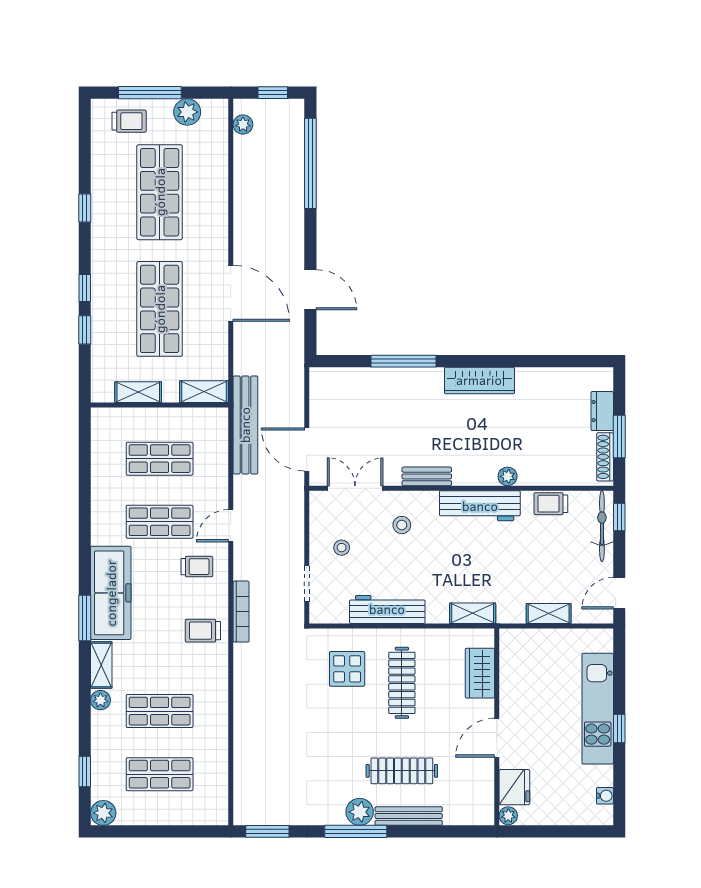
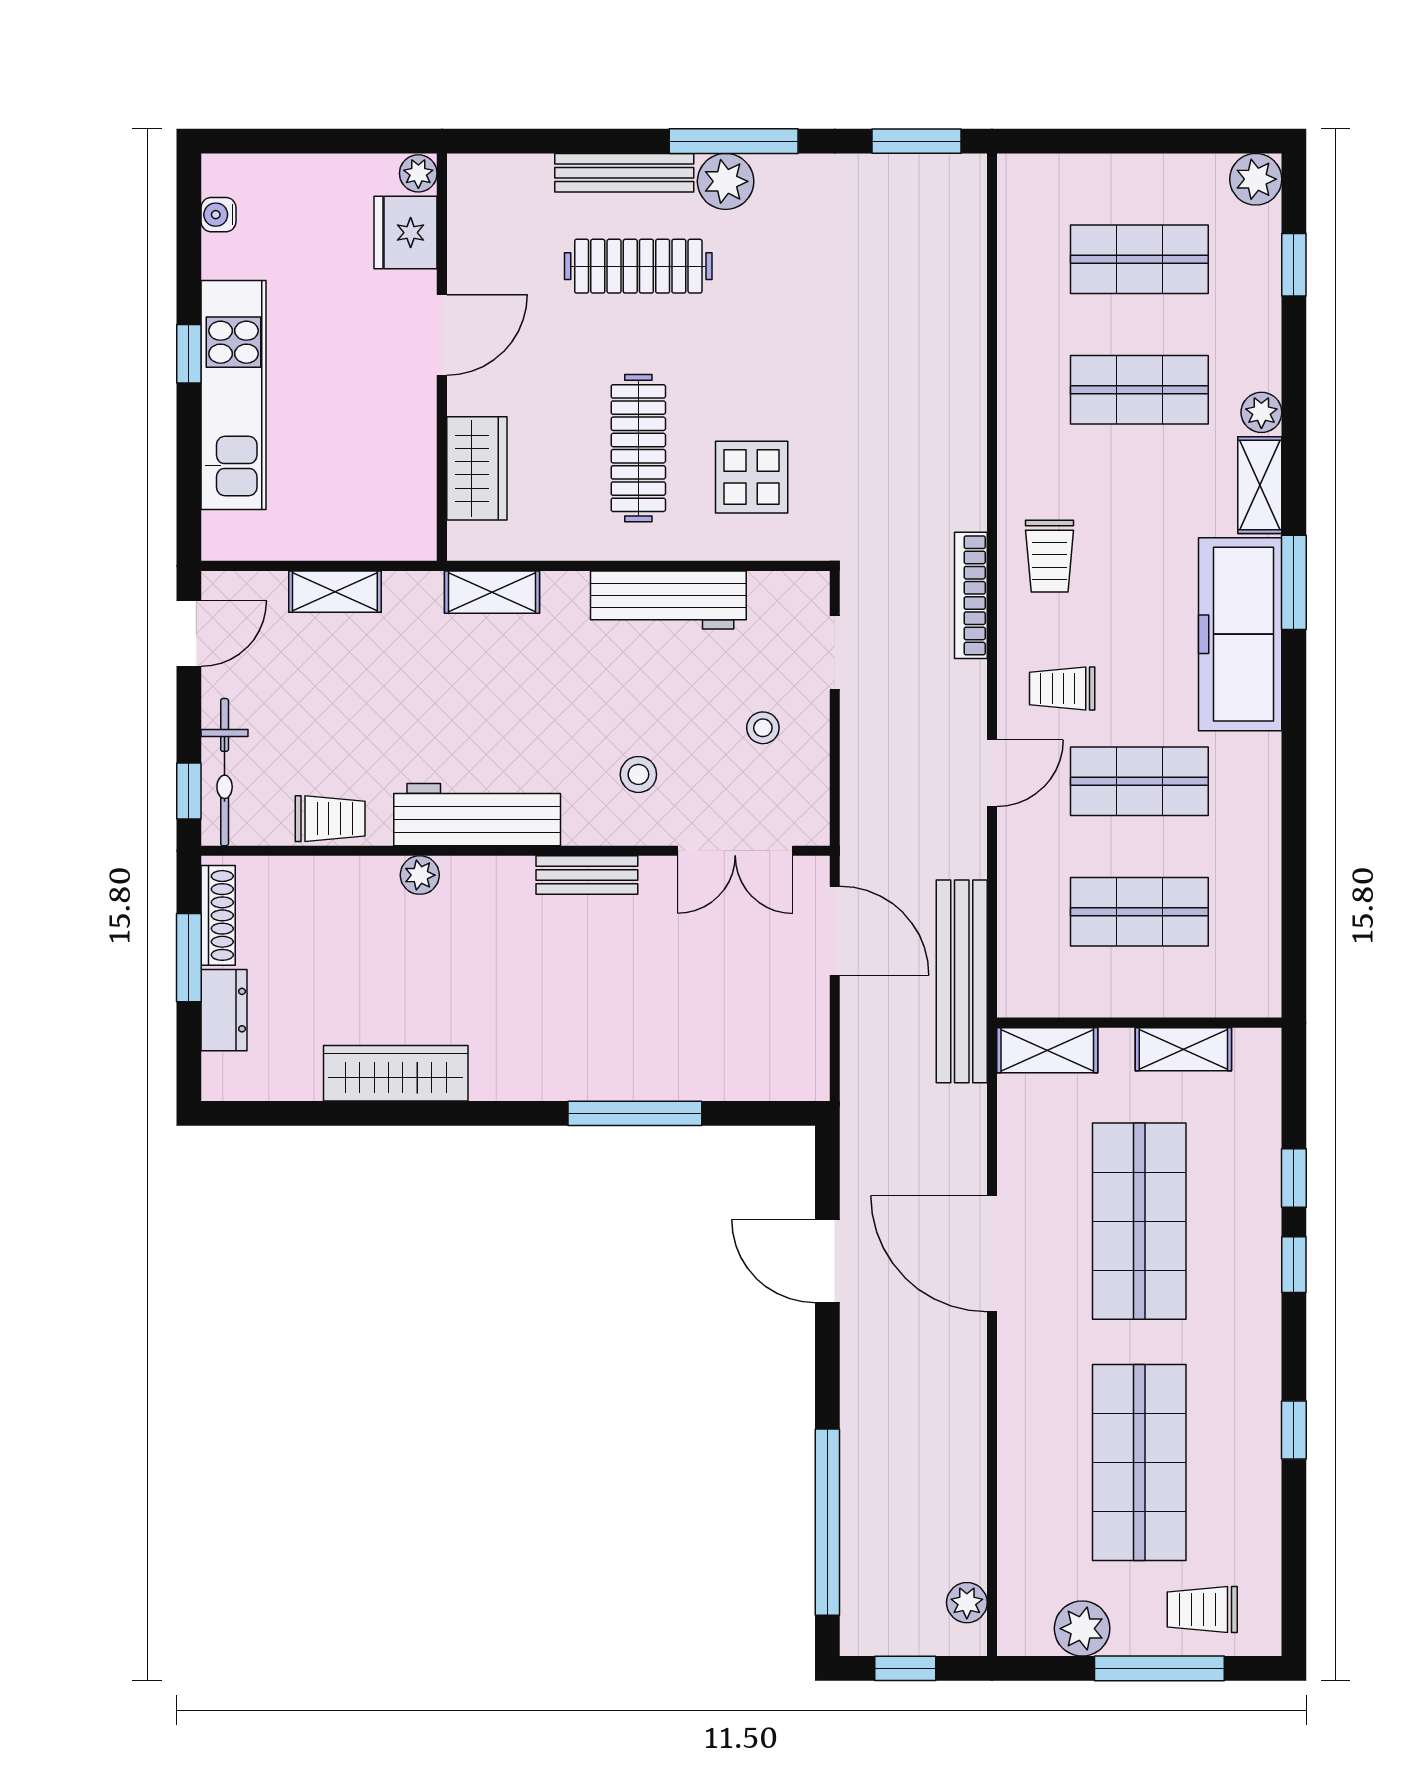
wardrobe: (479, 380) -> (396, 1073), moved
trolley: (203, 631) -> (1050, 556), turned 90

